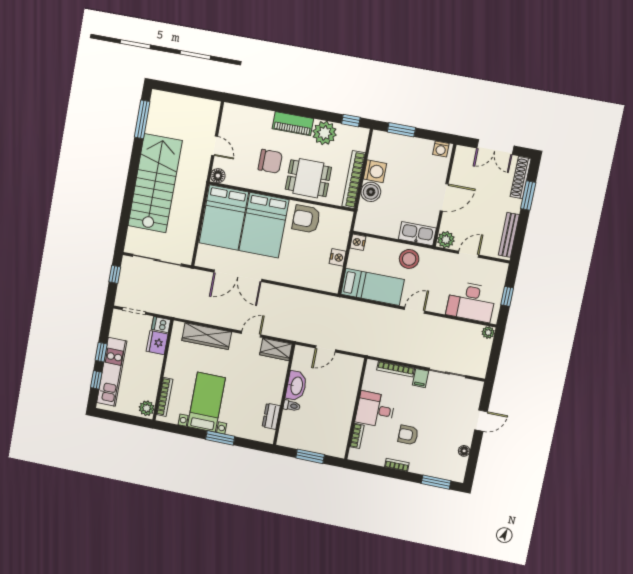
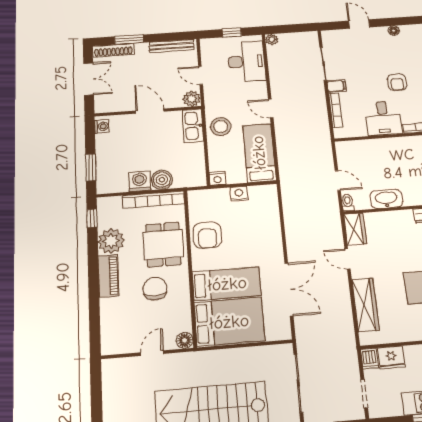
bed: (264, 225) -> (227, 284), width x0.67
toilet: (292, 406) -> (348, 203), moved

